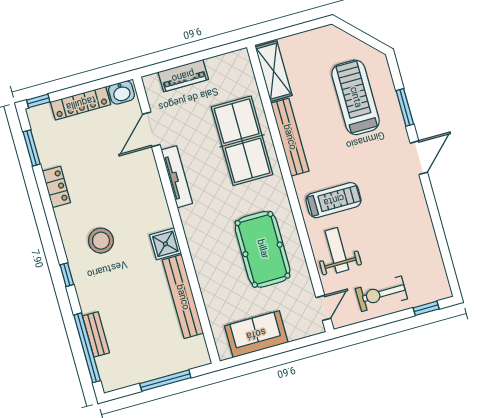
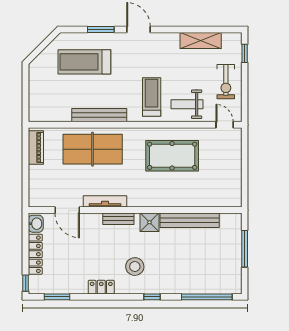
shelving: (274, 71) -> (201, 40), moved
piano: (183, 76) -> (36, 148), moved
locker: (56, 187) -> (101, 287), moved
bench: (96, 334) -> (118, 219), moved
sofa: (256, 334) -> (230, 177), removed

